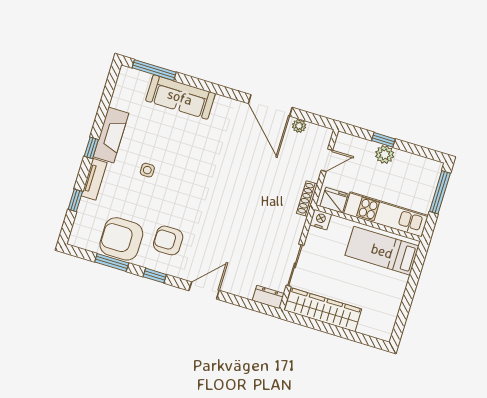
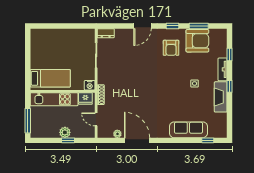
window: (154, 70) -> (208, 140), width x0.46
door: (327, 160) -> (96, 119), hinge flipped
armchair: (168, 240) -> (171, 48), turned 90
wardrobe: (323, 310) -> (73, 35), removed

